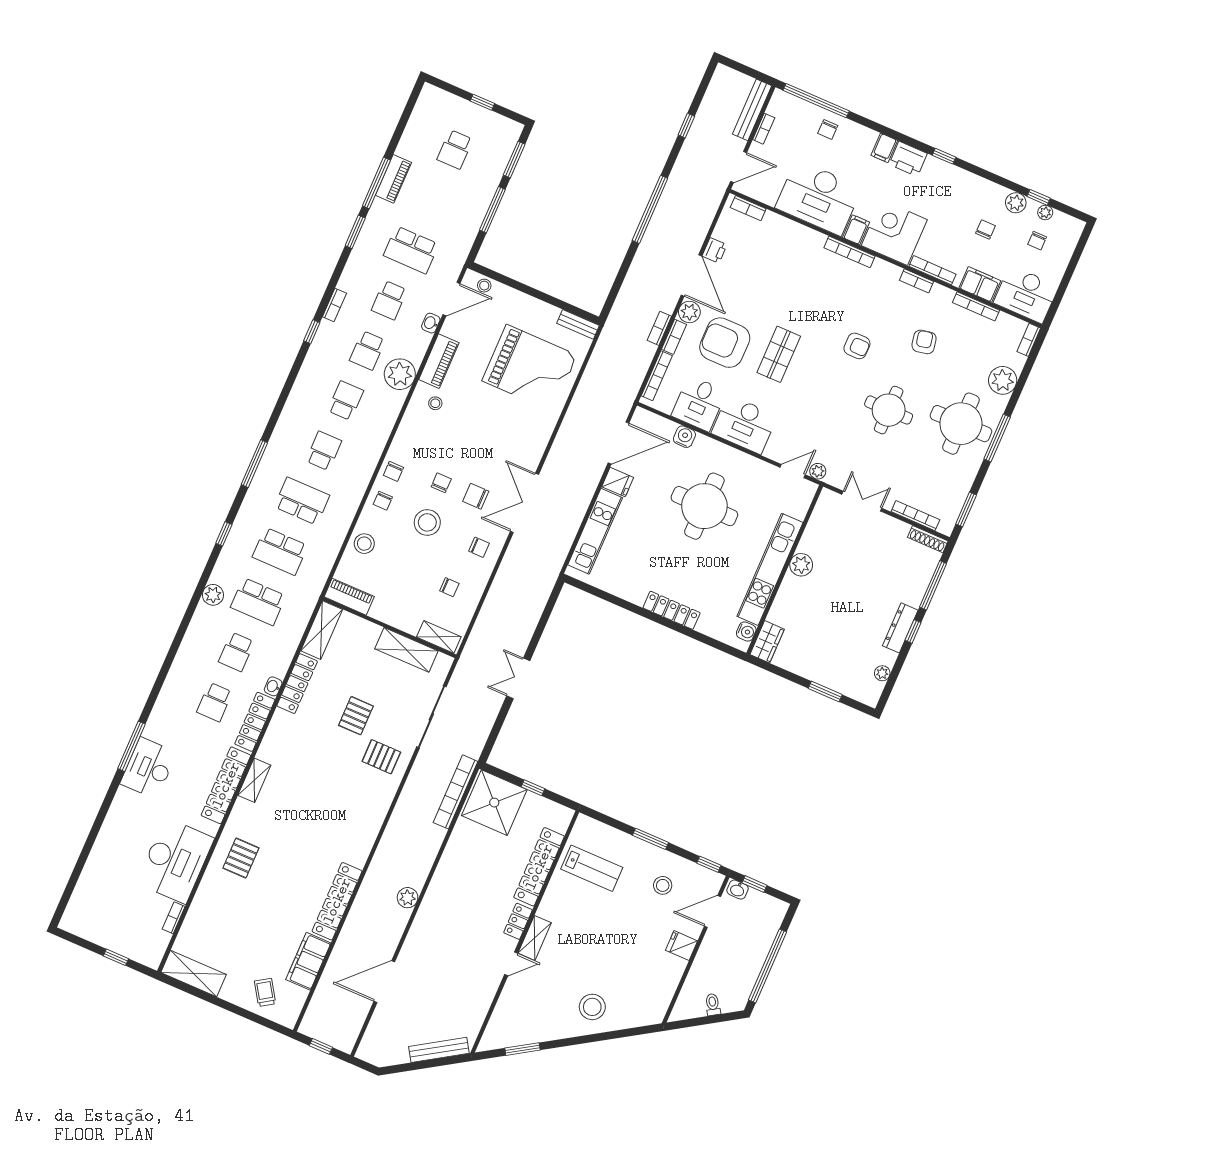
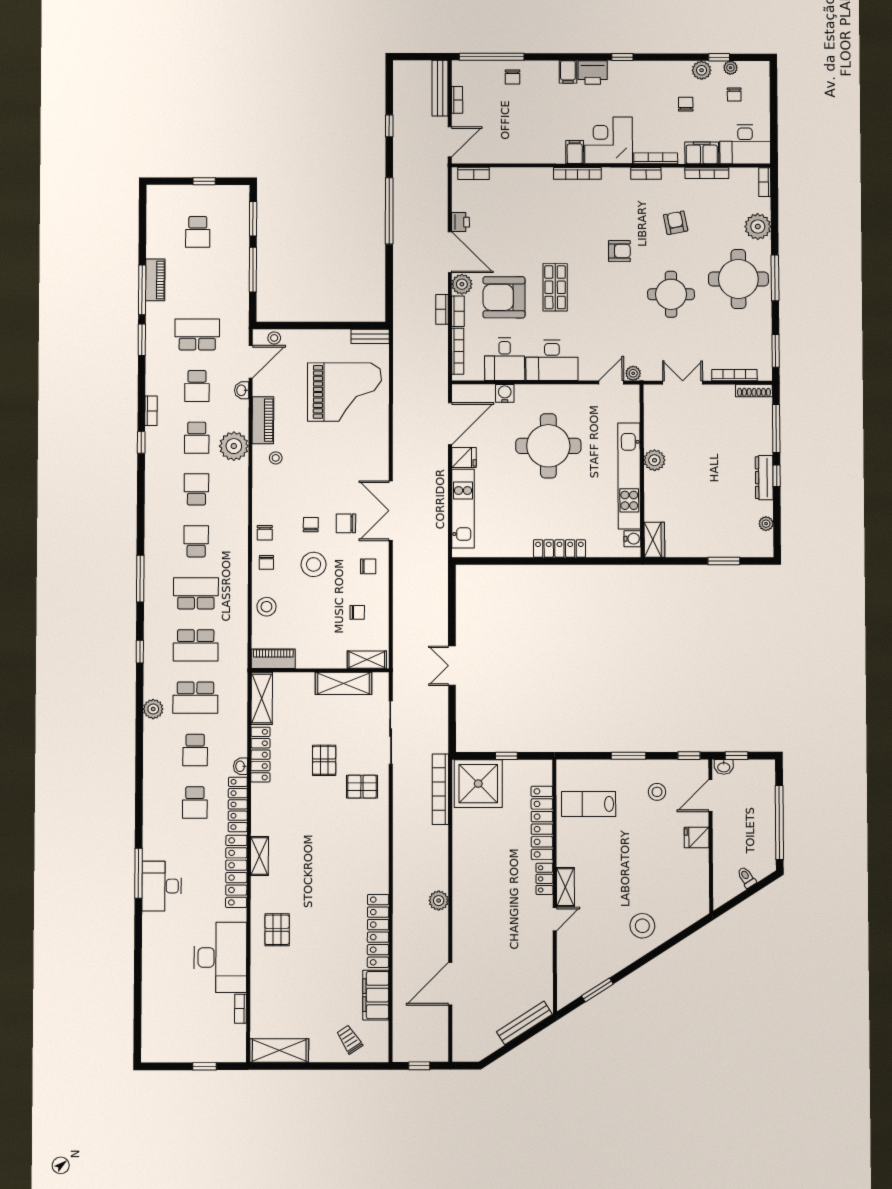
desk: (819, 198) -> (530, 138), removed
school desk: (411, 250) -> (197, 334), turned 180
lab bench: (592, 868) -> (589, 804), turned 180

